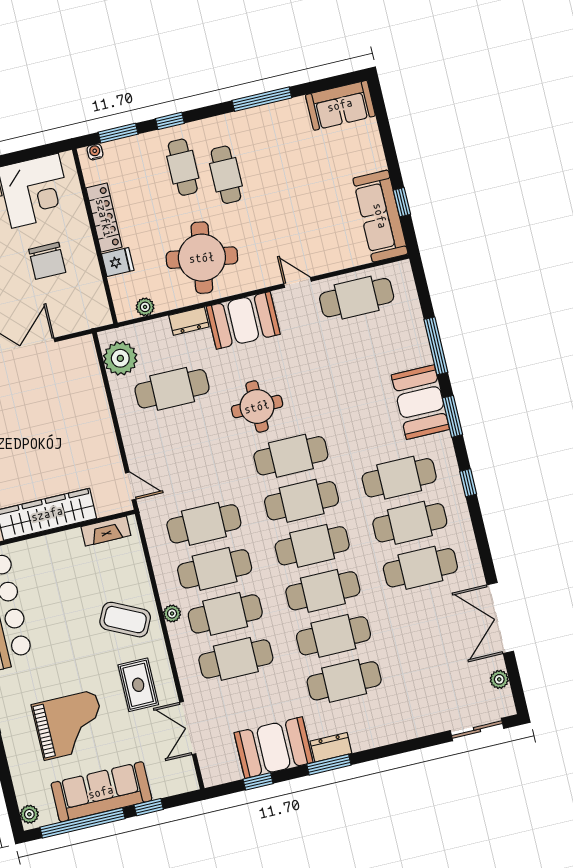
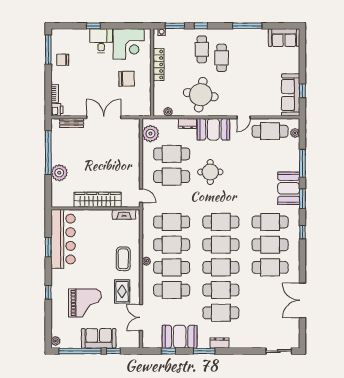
chair: (47, 261) -> (127, 79), turned -91
fridge: (118, 262) -> (160, 87), removed
door: (298, 283) -> (244, 117), swing flipped
cafe table: (291, 456) -> (172, 177), moved
coffee table: (125, 620) -> (123, 259), turned 64
plant: (499, 679) -> (295, 133), moved
dresser: (331, 747) -> (220, 343), moved
sofa: (101, 792) -> (99, 338), width x0.73

